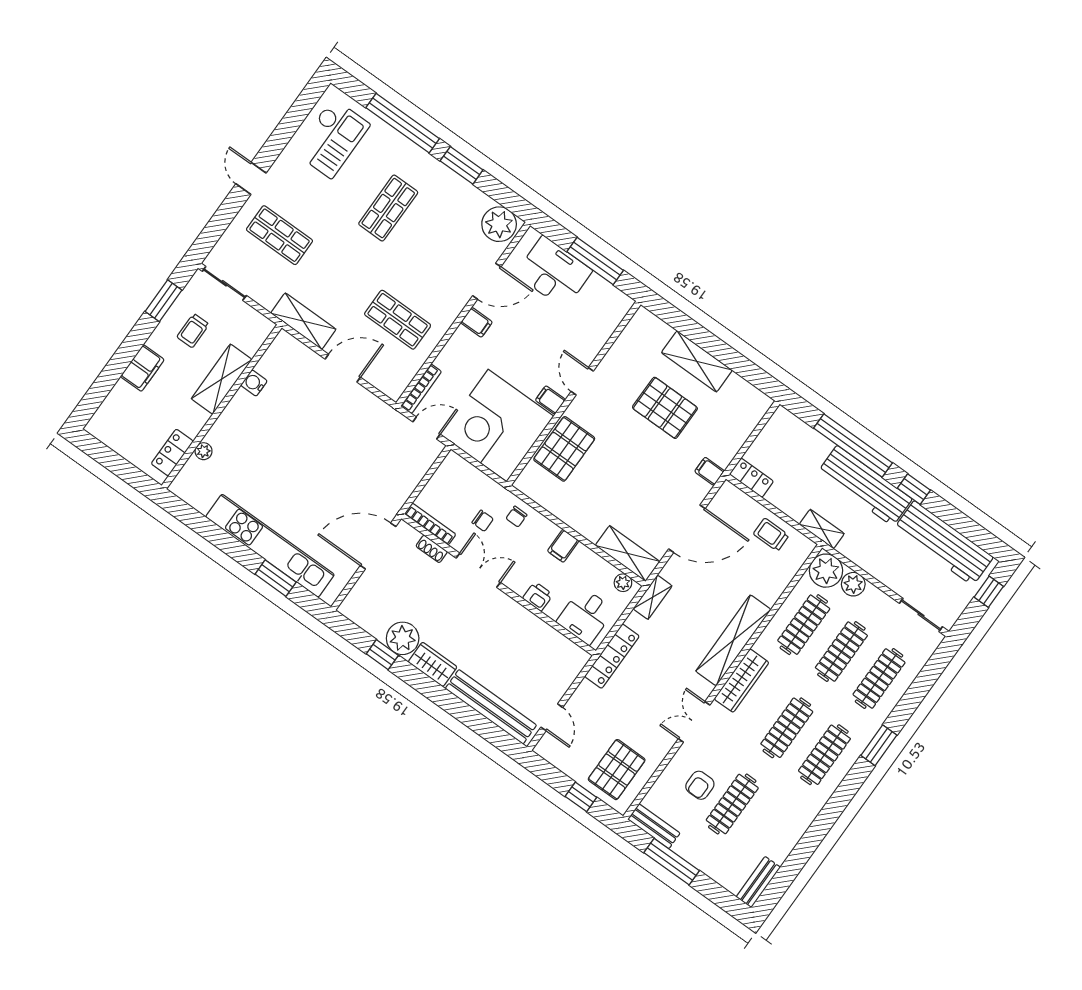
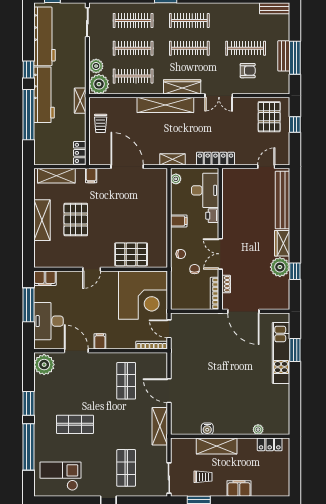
filing cabinet: (550, 400) -> (45, 278), moved, width x2.00
kitchen unit: (270, 546) -> (281, 353), width x0.73
shelving: (628, 553) -> (56, 176), moved, turned 90
desk: (585, 616) -> (205, 190), width x1.37
pallet: (617, 770) -> (269, 117), turned 90
bench: (654, 826) -> (284, 56), moved

